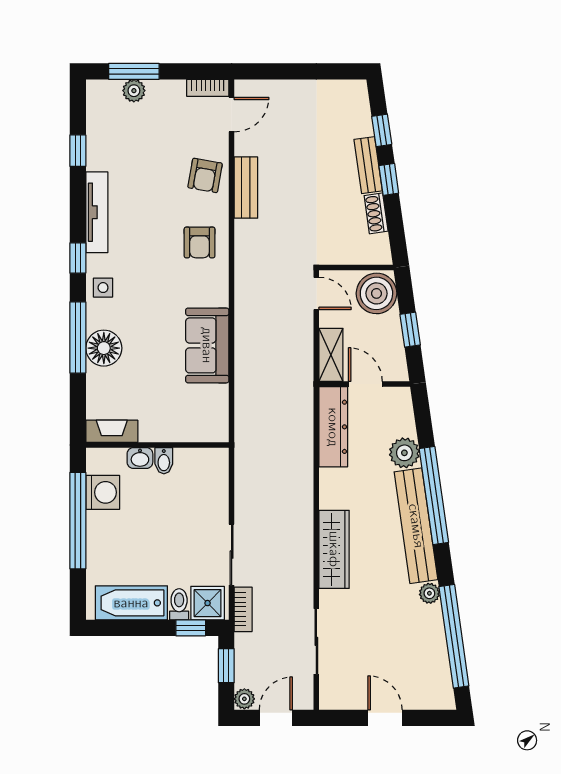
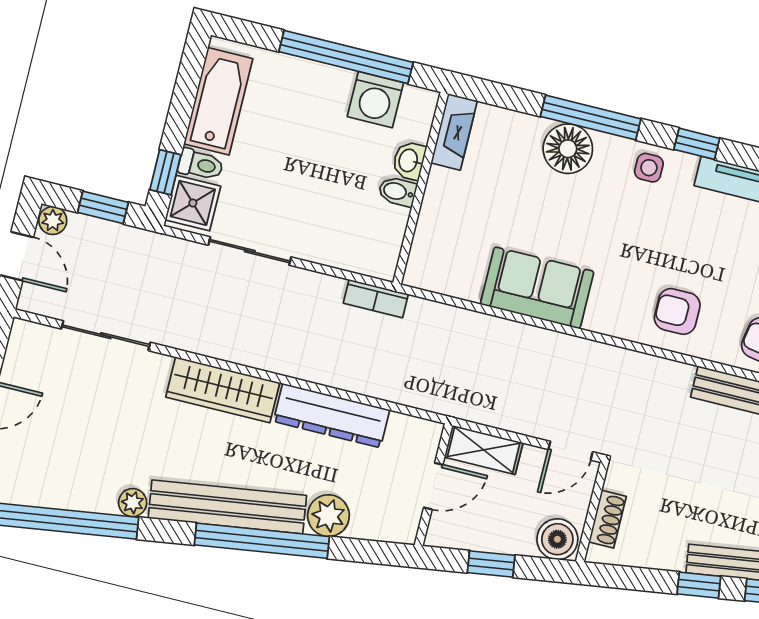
shoe rack: (376, 213) -> (607, 519), moved, turned 98
boiler: (376, 293) -> (557, 539), width x0.73, depth x0.73
dresser: (333, 427) -> (332, 416), moved
bookcase: (243, 609) -> (376, 299), moved

